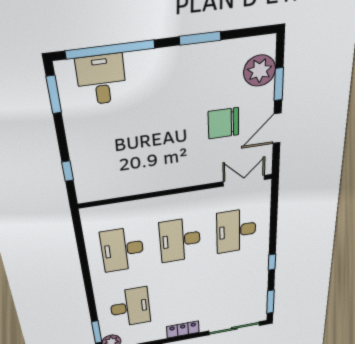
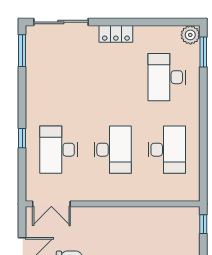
window: (68, 171) -> (203, 224), moved
desk: (236, 231) -> (59, 150), turned 180
window: (272, 262) -> (22, 138), moved

